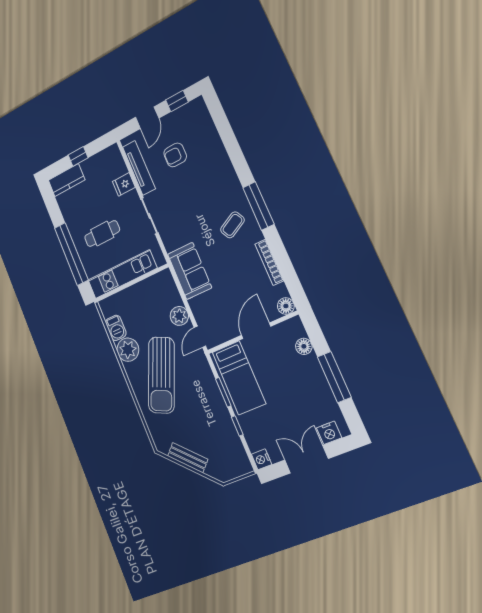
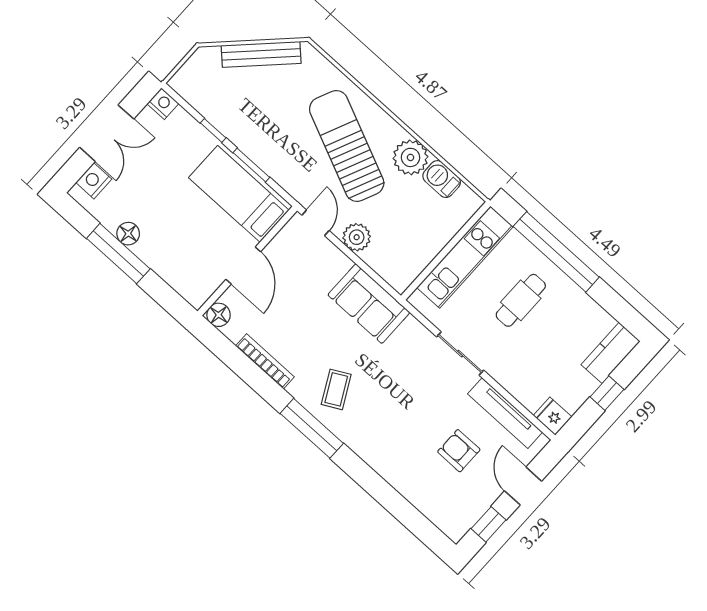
armchair: (175, 155) -> (459, 451), turned -90
fridge: (124, 184) -> (553, 416), moved, turned -90
floor lamp: (304, 346) -> (128, 234), moved
bench: (188, 458) -> (261, 54), width x1.36

